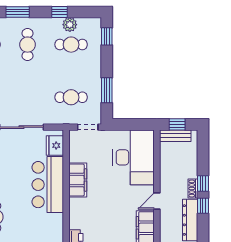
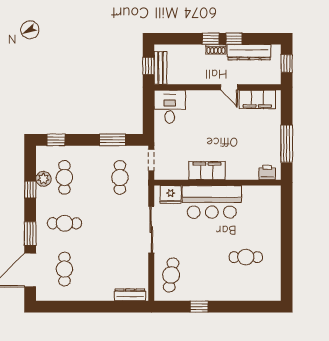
desk: (134, 157) -> (170, 107), width x0.53, depth x0.77

